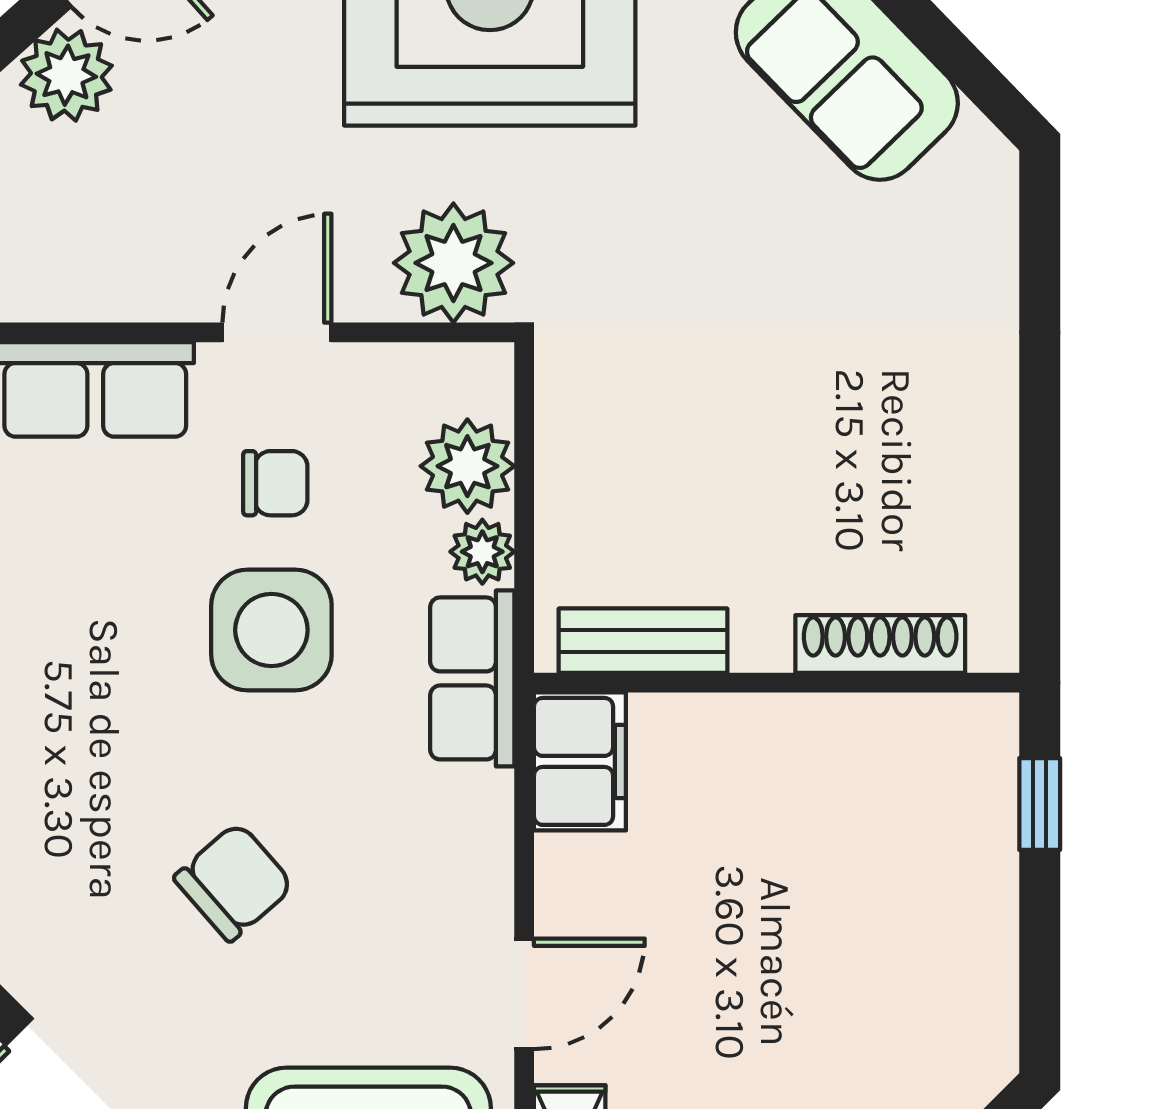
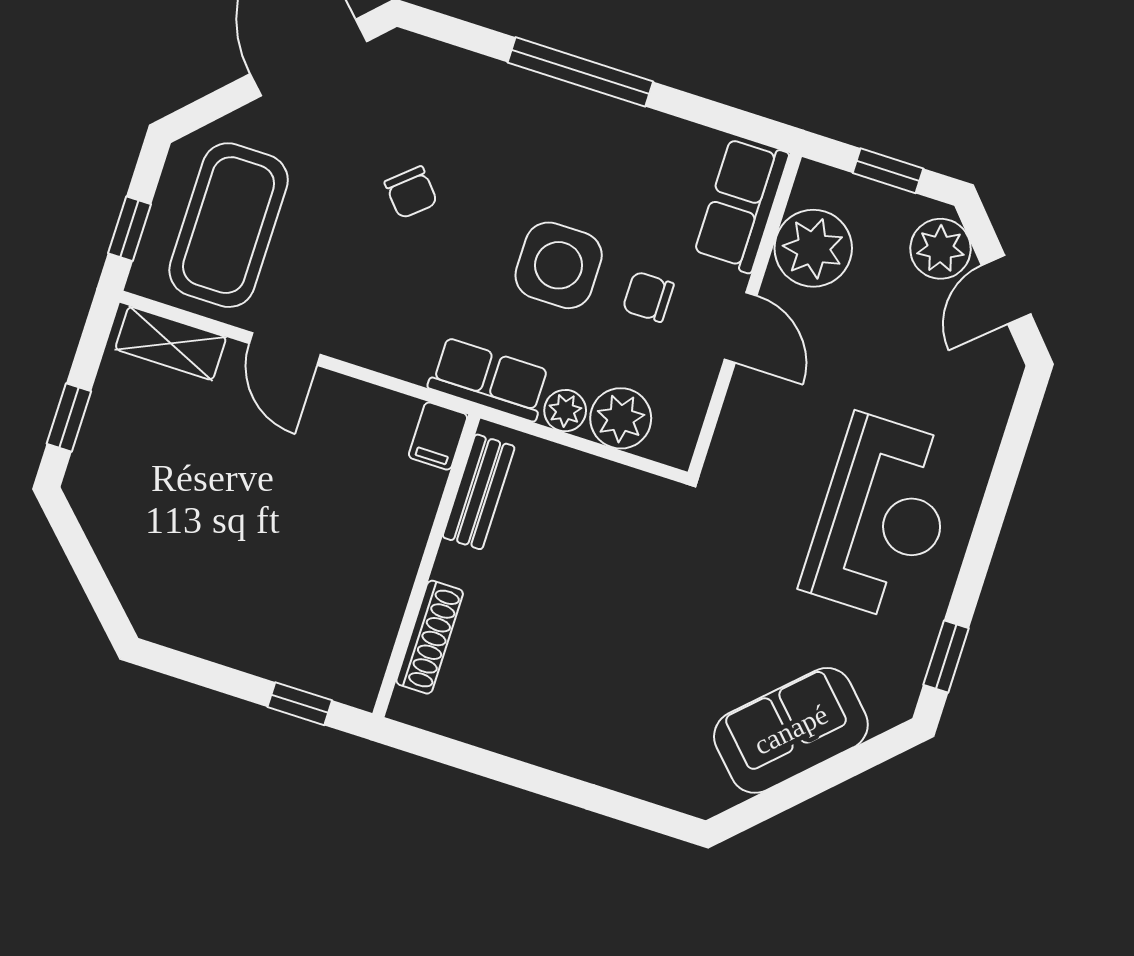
plant: (453, 263) -> (813, 248), moved
chair: (275, 483) -> (648, 297), turned 90
filing cabinet: (580, 761) -> (438, 436), width x0.50
chair: (234, 882) -> (411, 192), width x0.73, depth x0.73

